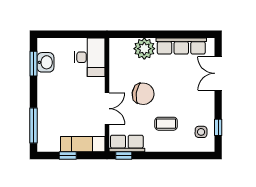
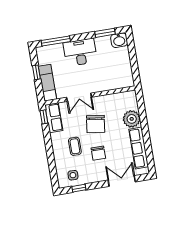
desk: (90, 57) -> (80, 52), moved, turned 180
washbasin: (45, 62) -> (119, 40), moved
chair: (179, 96) -> (98, 153), added

